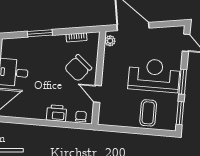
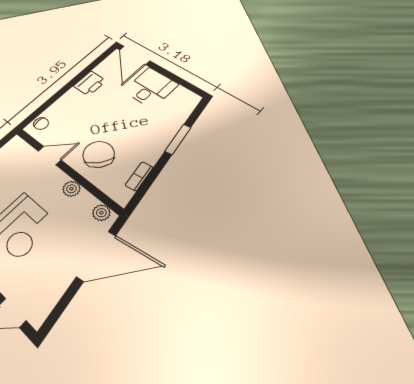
plant: (108, 66) -> (71, 189), added
printer: (57, 113) -> (90, 83), moved

